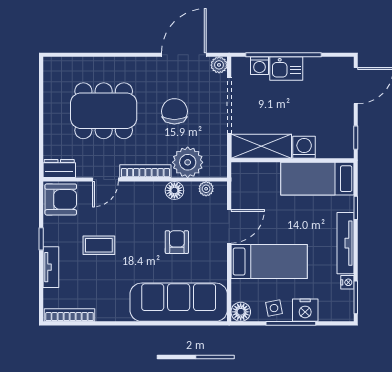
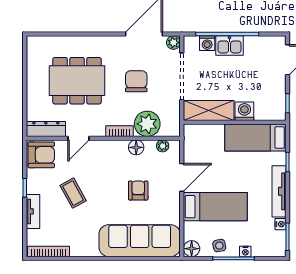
dresser: (59, 168) -> (46, 129), width x1.44
bookcase: (145, 171) -> (120, 131), width x0.64
coffee table: (99, 245) -> (73, 193), turned 61
nightstand: (305, 310) -> (245, 251), width x0.53, depth x0.56

